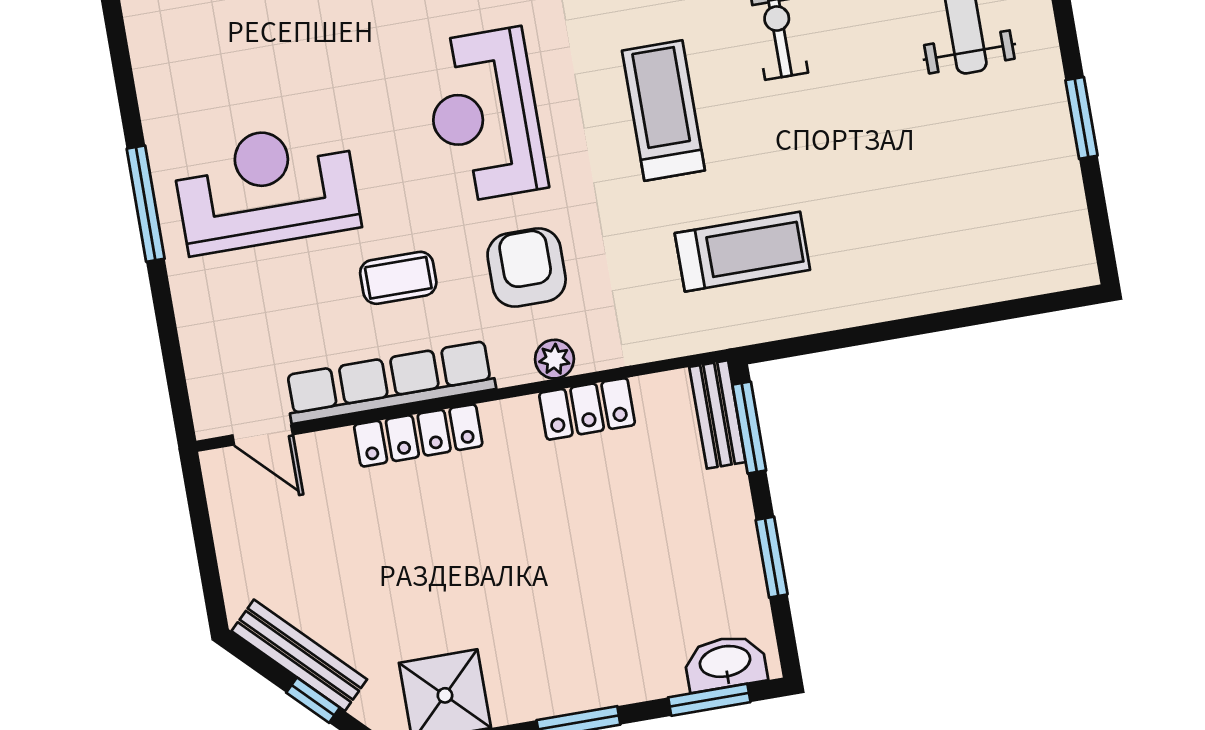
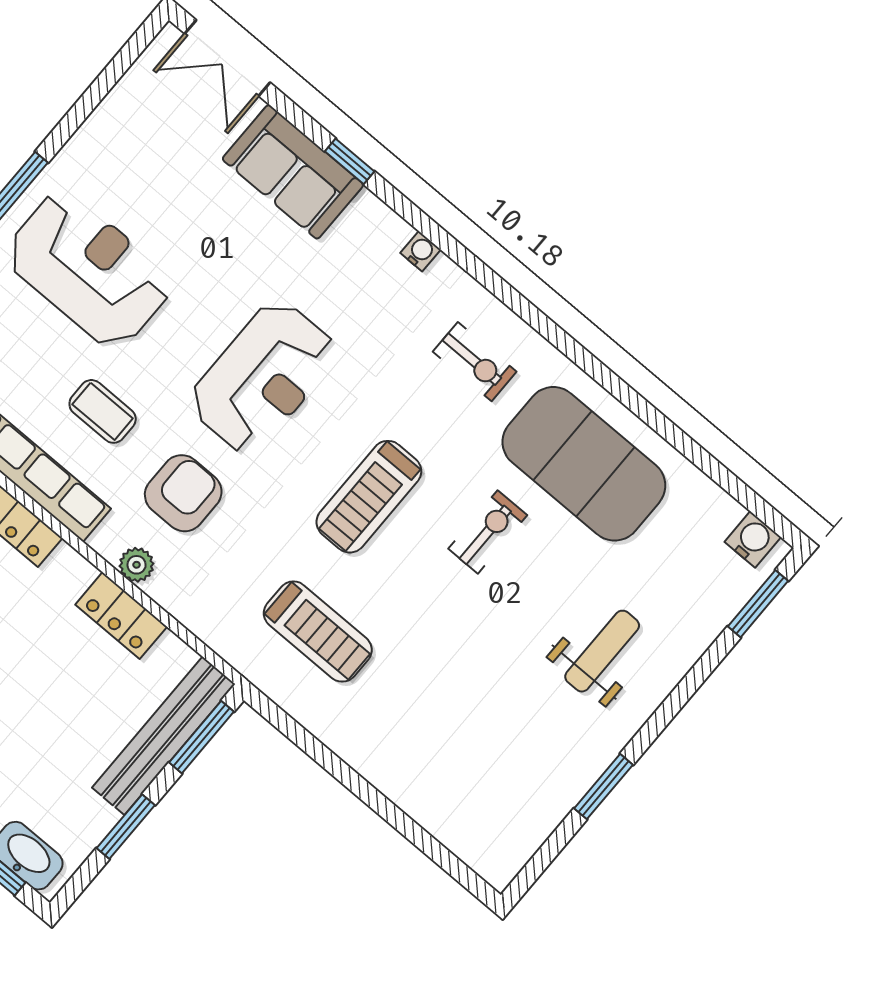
treadmill: (663, 110) -> (369, 497), turned 180
reception desk: (485, 115) -> (263, 377), turned 180
bench: (717, 414) -> (164, 736), width x1.86, depth x1.21

